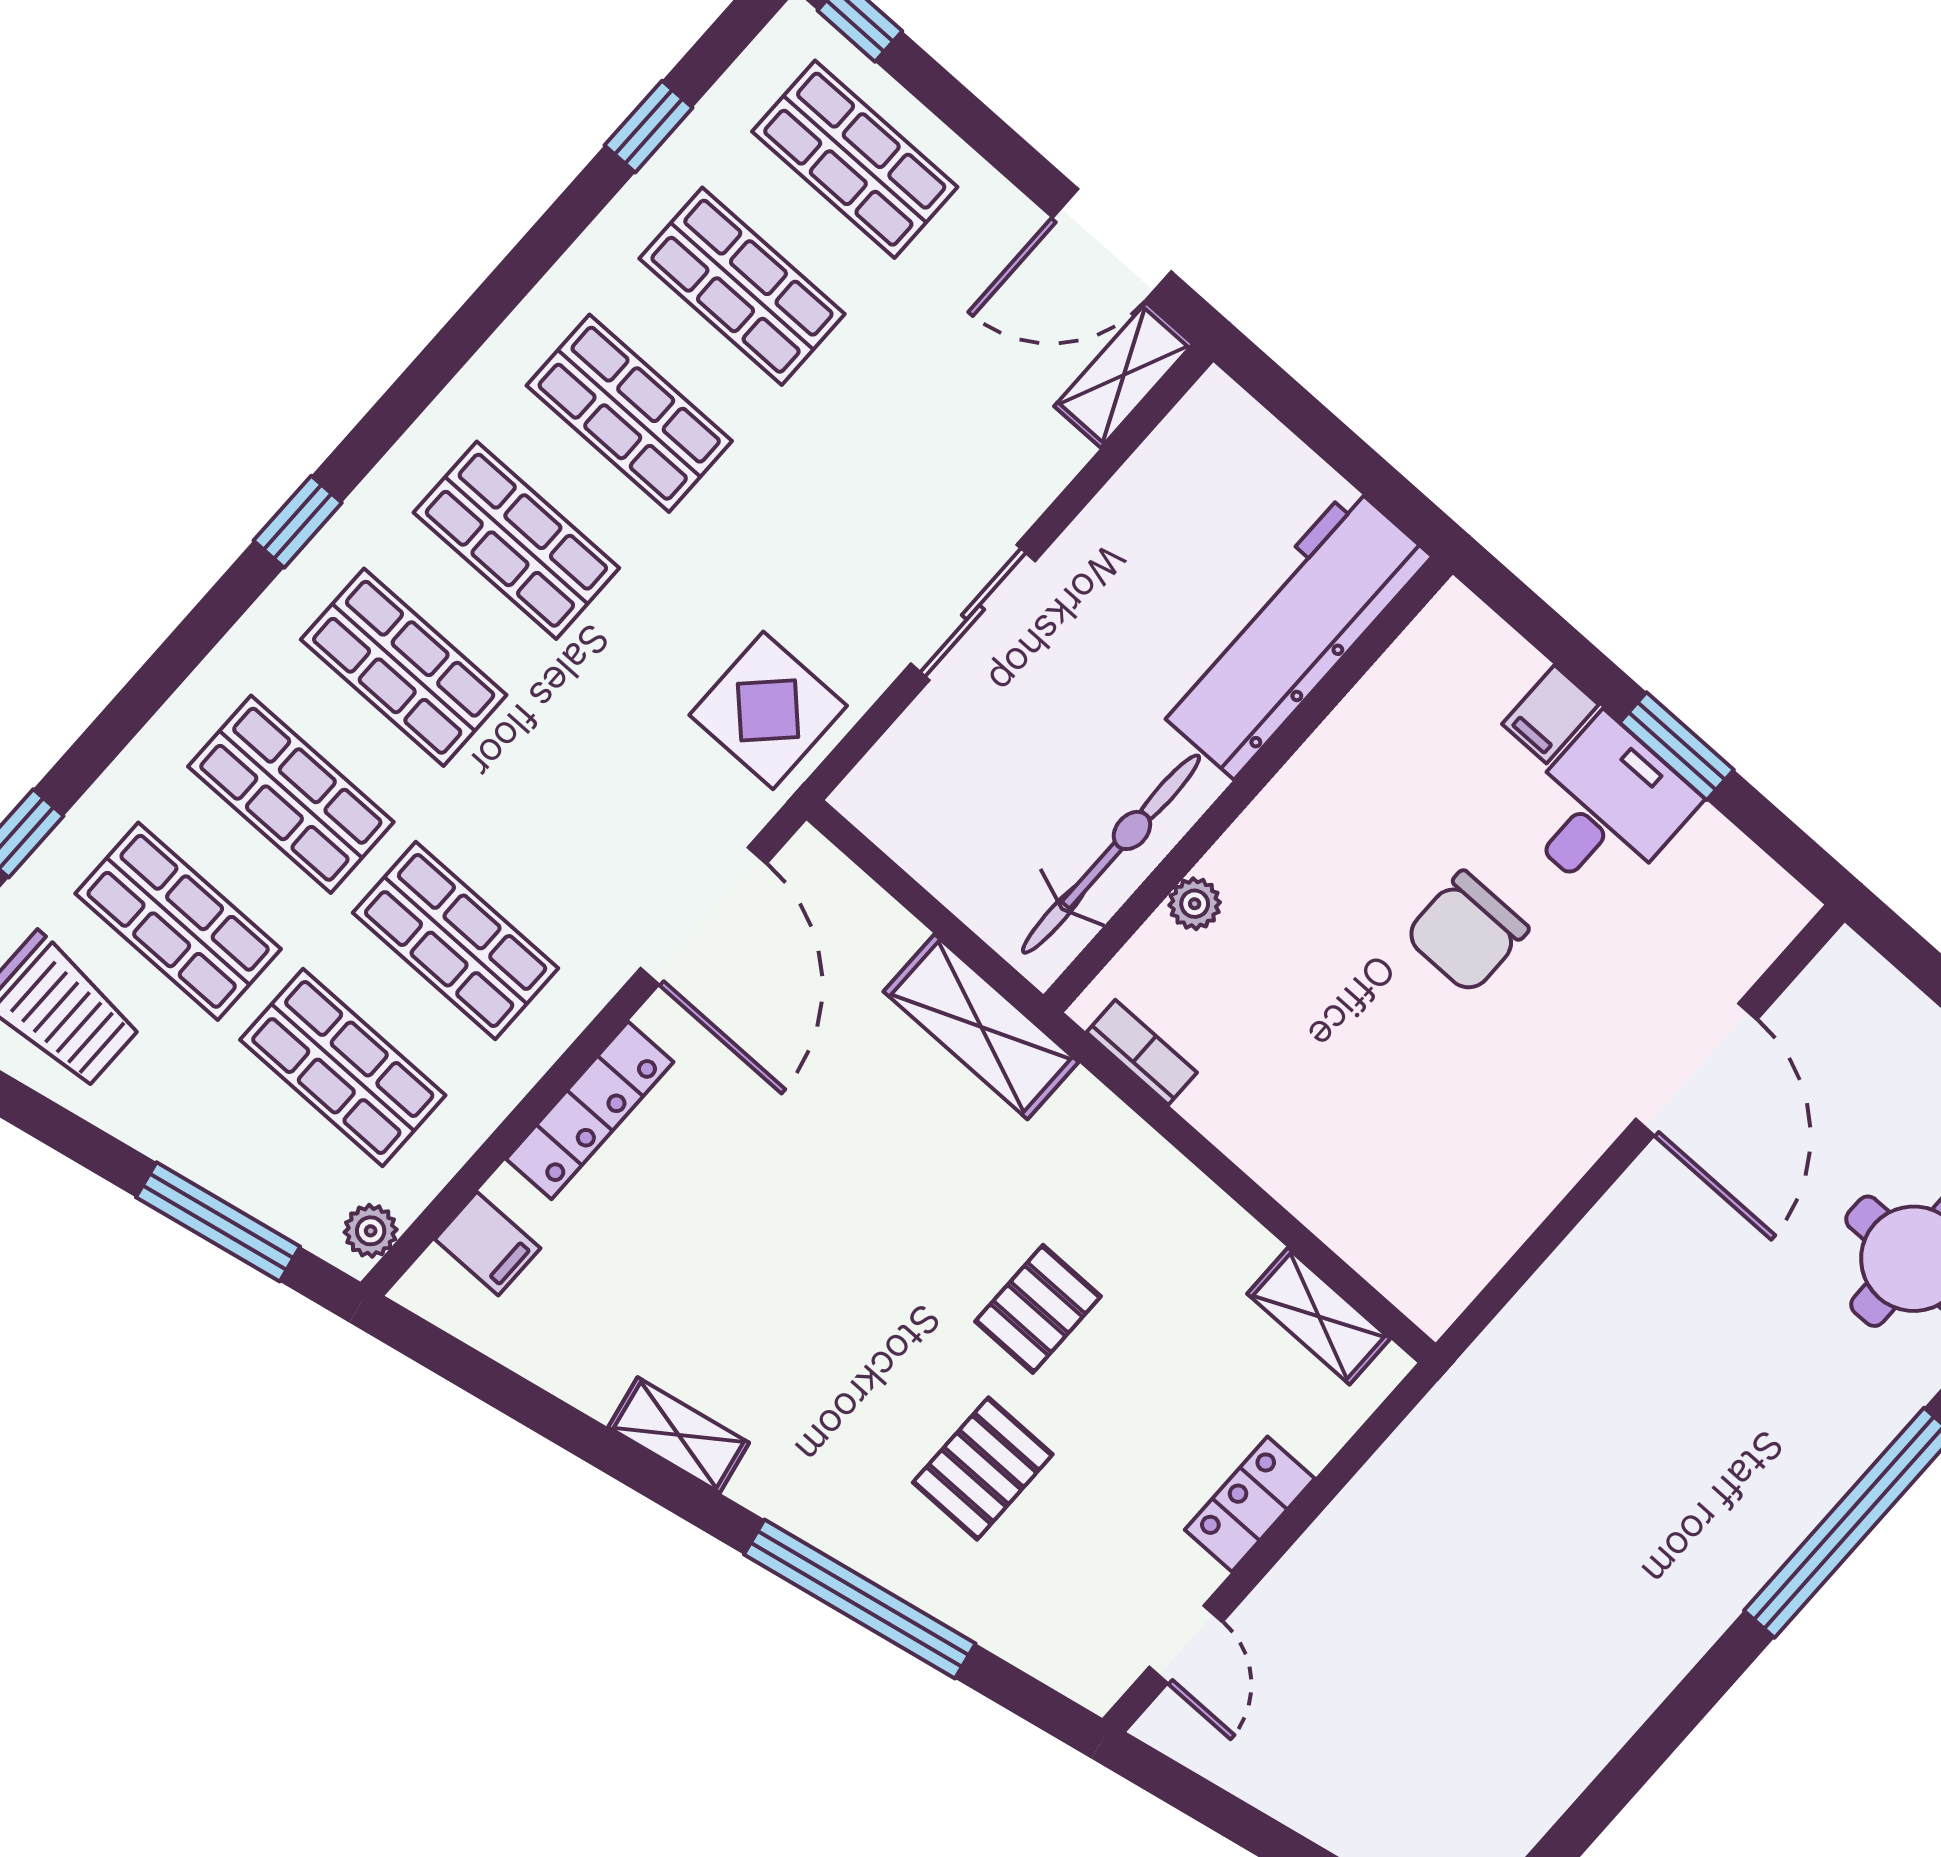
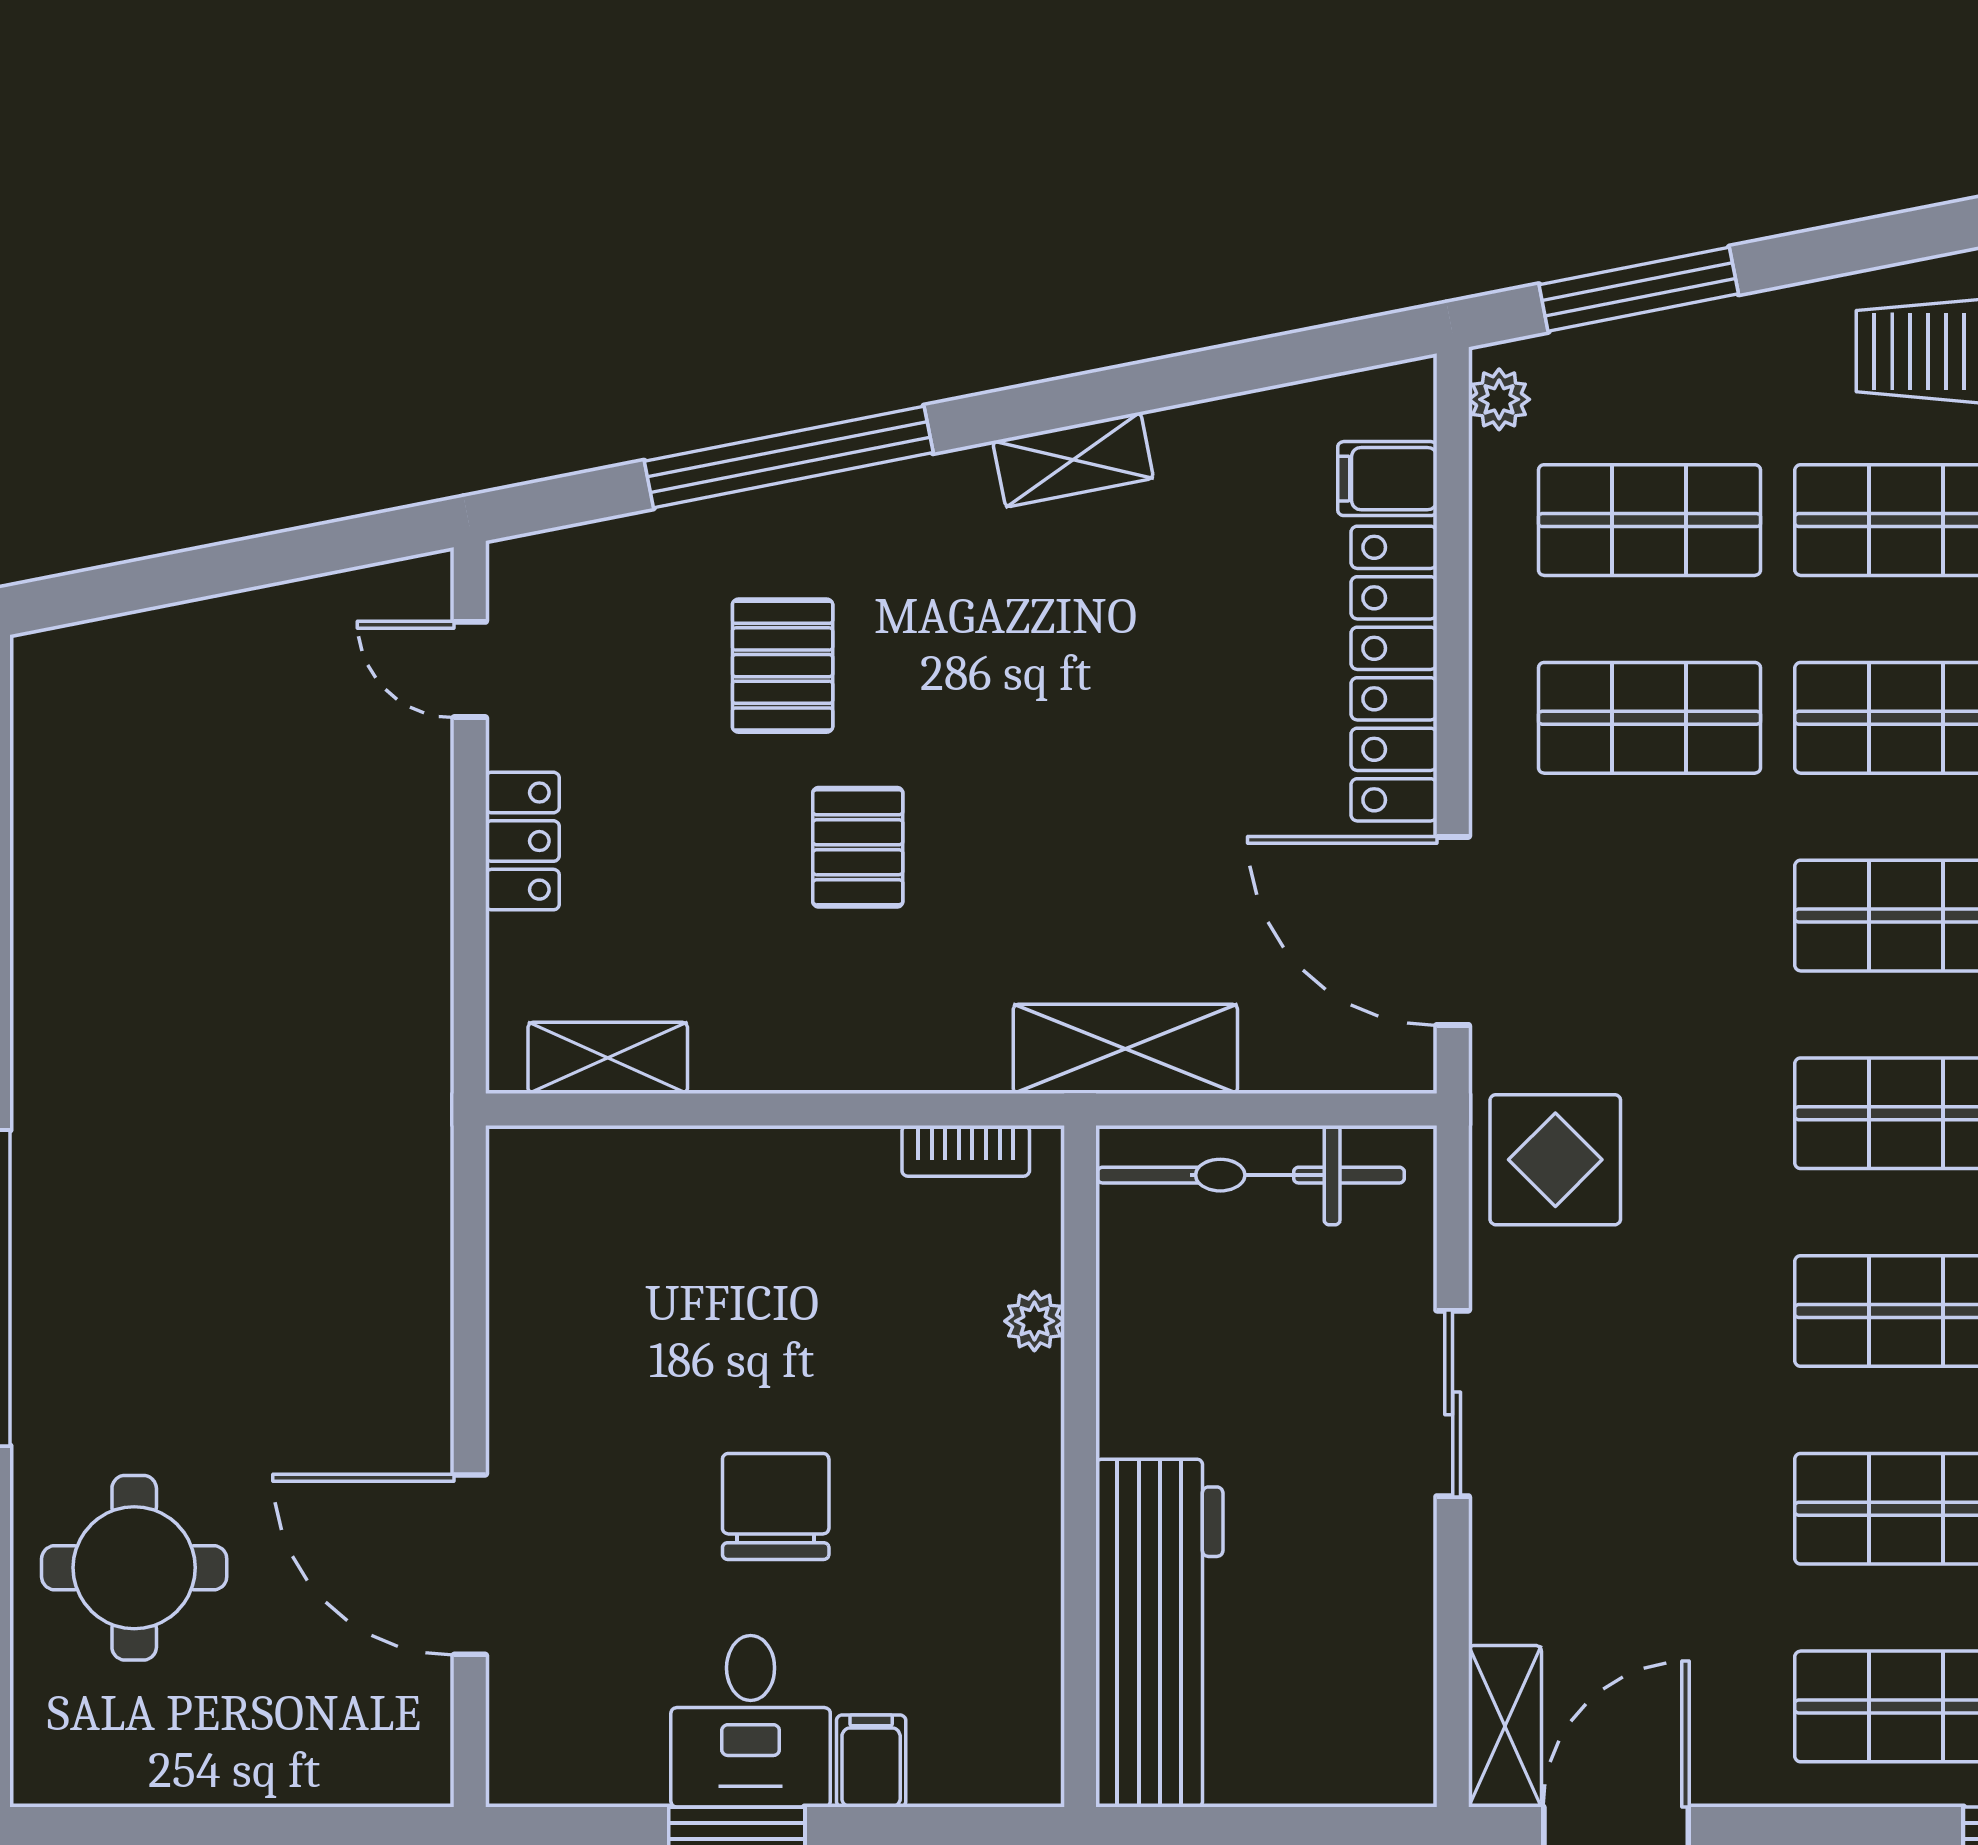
bicycle: (1111, 854) -> (1251, 1175), moved, turned 90
locker: (590, 1110) -> (1394, 674), width x1.41, depth x1.21

